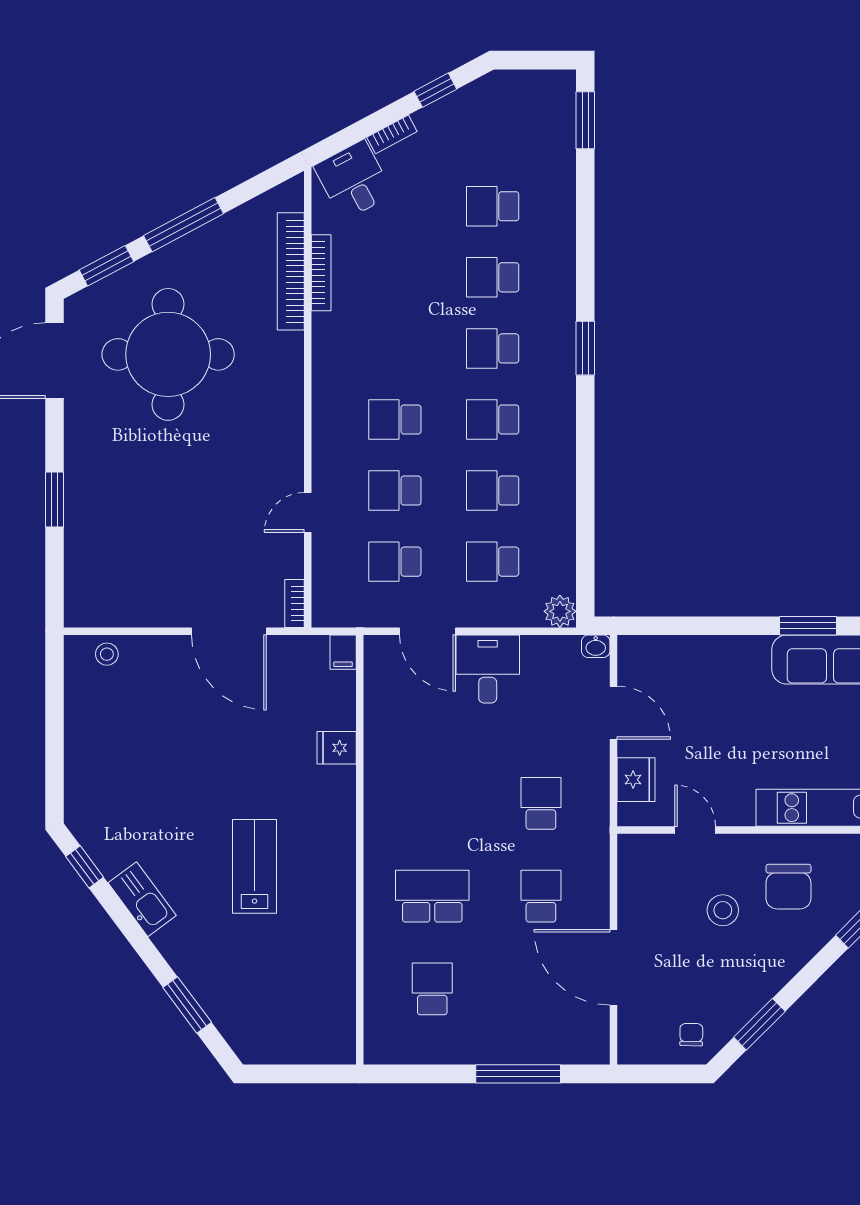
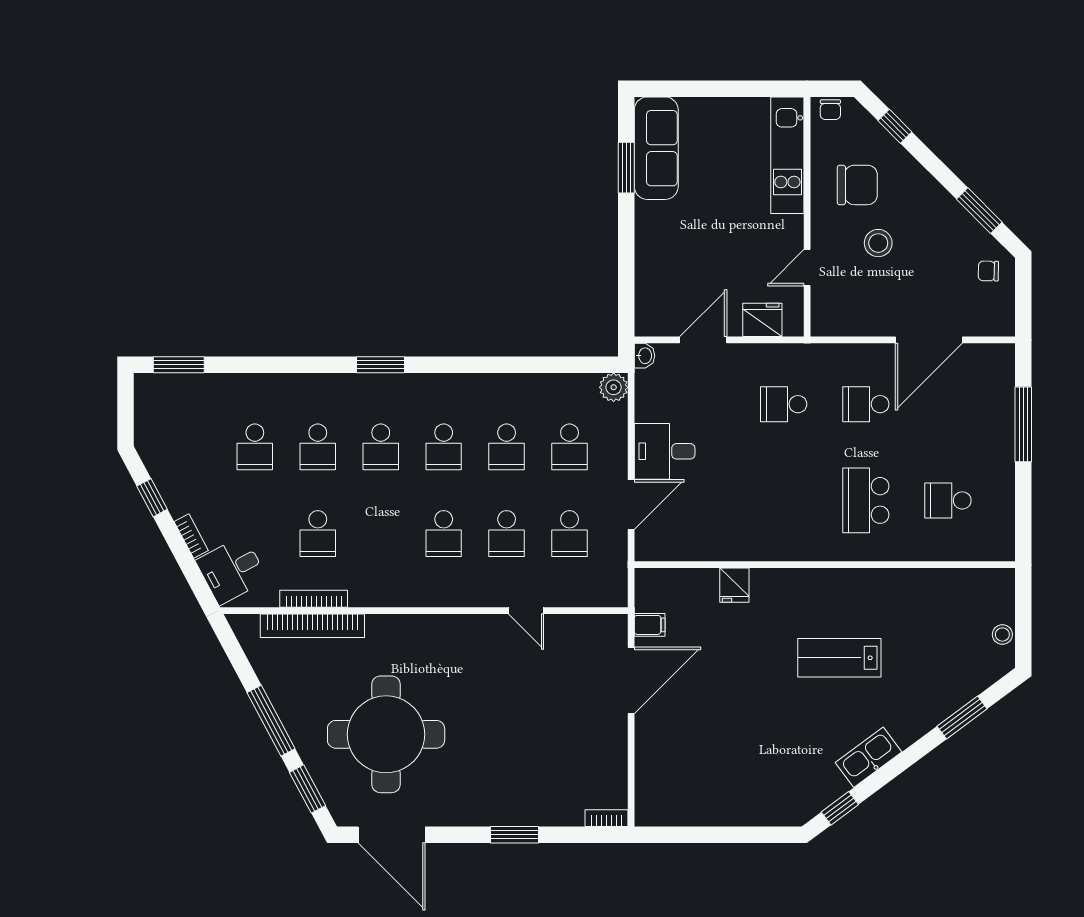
school desk: (395, 277) -> (318, 534), added
bookcase: (294, 603) -> (607, 818), moved, turned 180
filing cabinet: (343, 652) -> (650, 625), moved
stool: (107, 654) -> (1002, 635), moved

